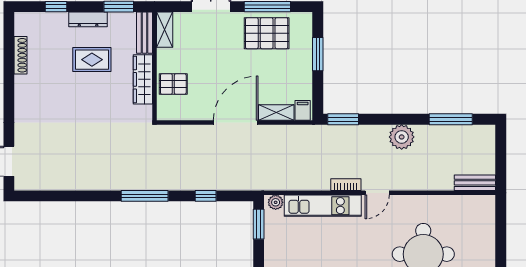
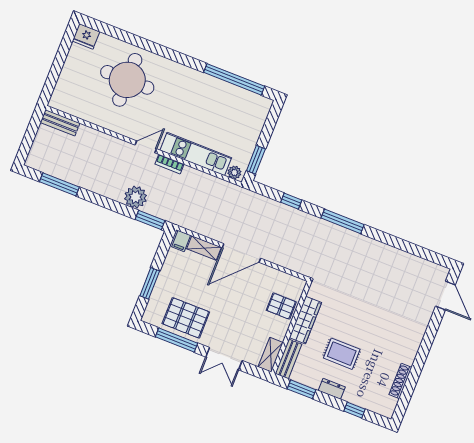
dresser: (88, 19) -> (332, 389), width x0.70
plant: (402, 137) -> (136, 197), moved

